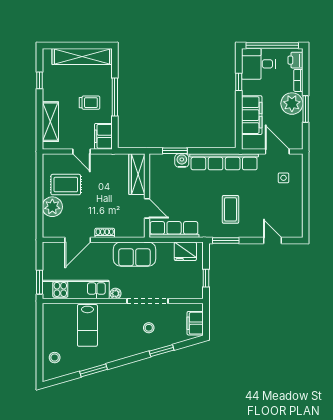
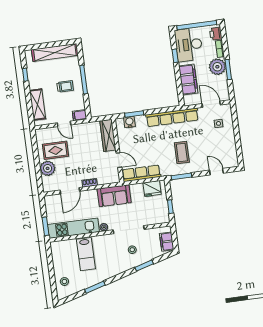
desk: (258, 64) -> (189, 45), width x1.37
filing cabinet: (103, 136) -> (80, 115), width x0.50
water cooler: (182, 161) -> (129, 122), moved

